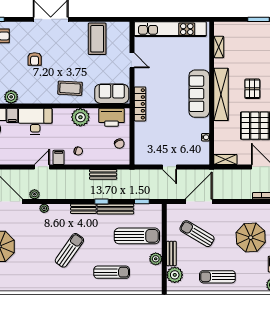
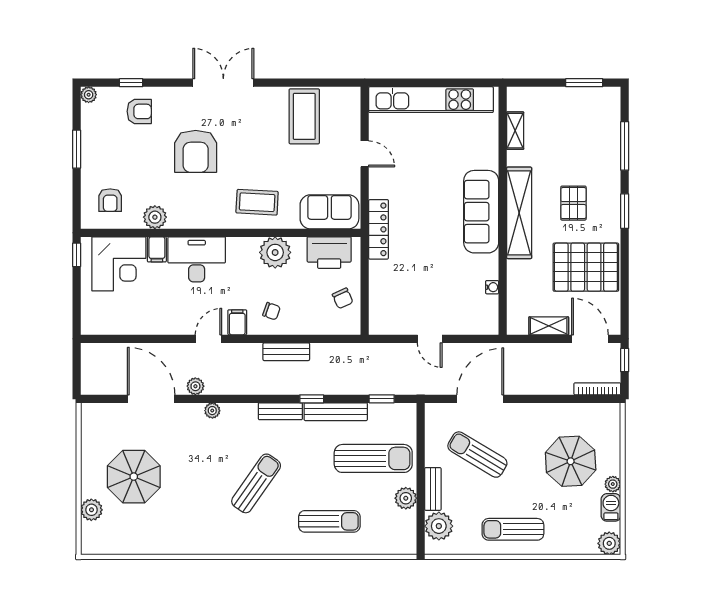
armchair: (35, 59) -> (196, 151), width x1.88, depth x1.88
shelving: (225, 159) -> (549, 326), moved
bench: (103, 174) -> (286, 352), moved

